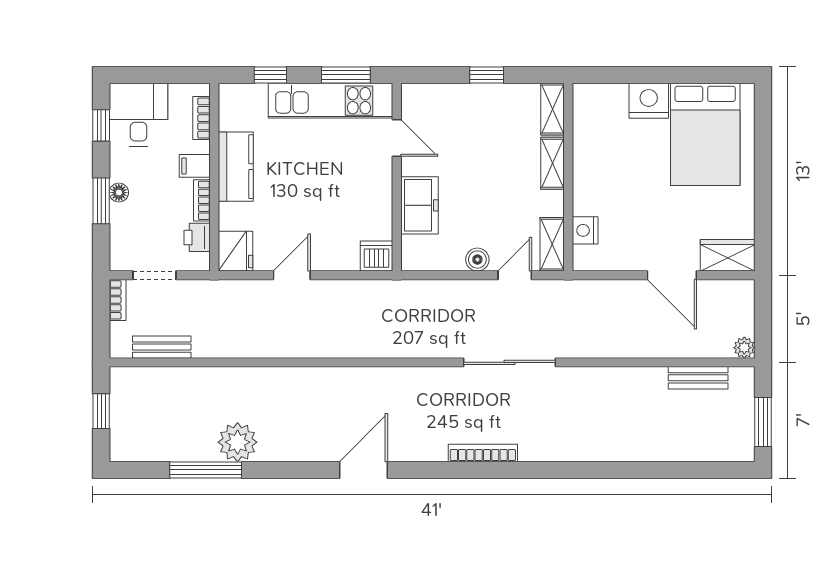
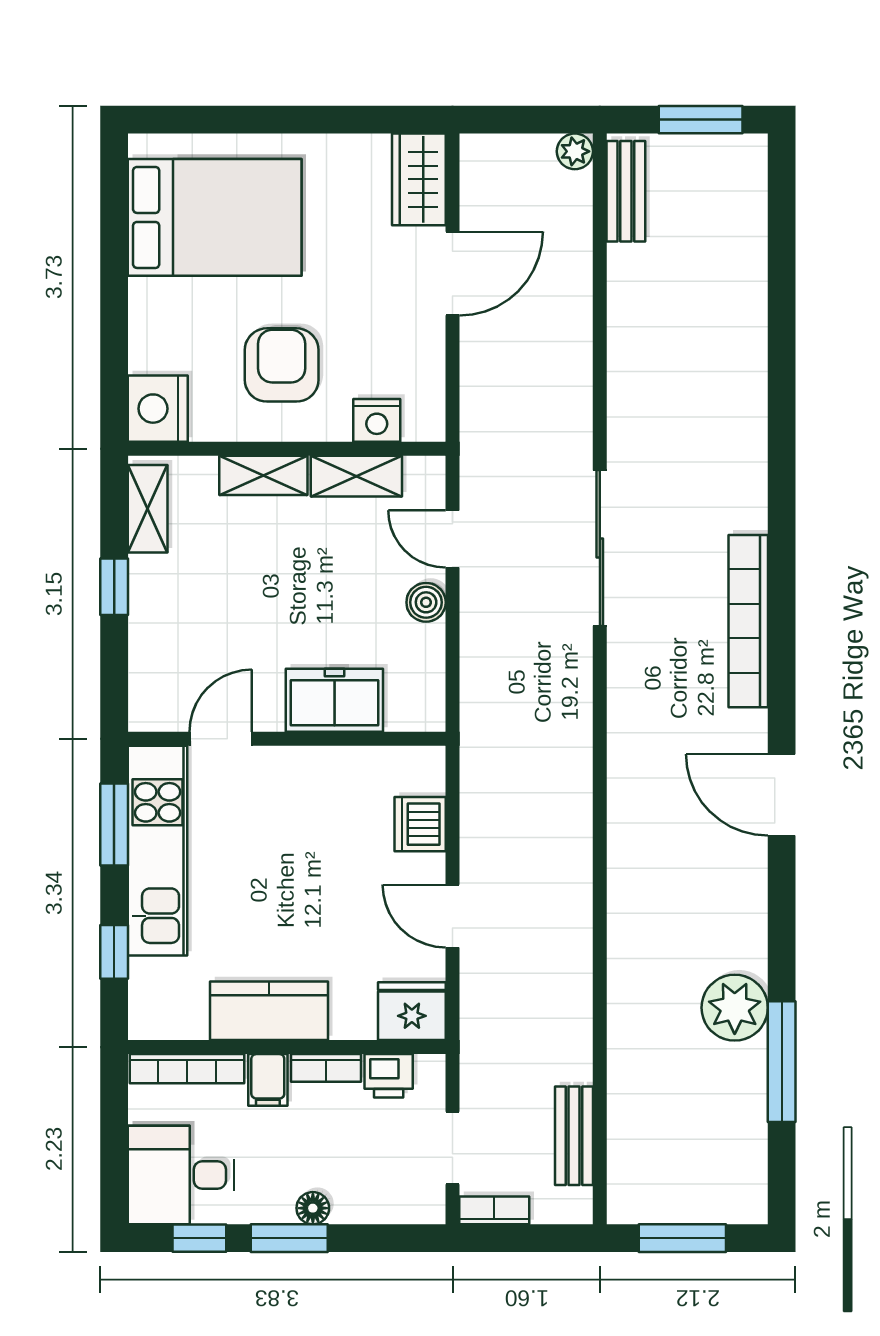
nightstand: (649, 101) -> (158, 409), moved
shelving: (553, 109) -> (148, 509), moved, turned 90
bookcase: (201, 118) -> (187, 1069), width x1.56
armchair: (618, 174) -> (282, 365), added
window: (101, 201) -> (289, 1238), moved
shelving: (552, 244) -> (356, 476), moved
dishwasher: (377, 256) -> (420, 824), moved
bench: (698, 378) -> (626, 191), moved
window: (101, 411) -> (682, 1238), width x1.50
bookcase: (483, 453) -> (748, 621), width x1.48, depth x1.31

